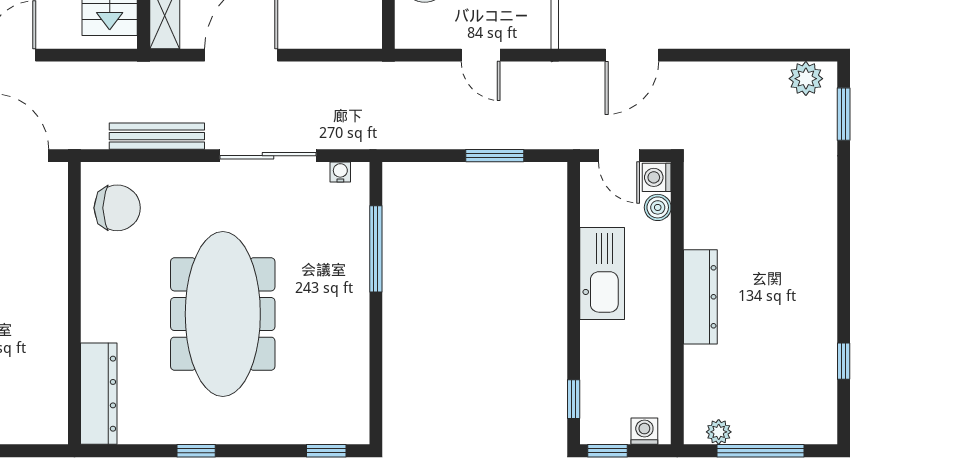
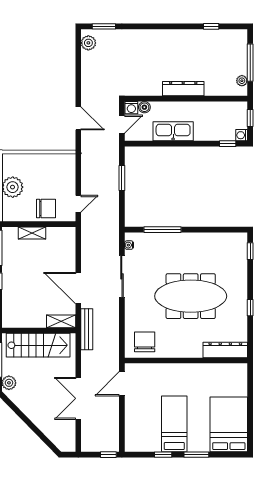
door: (481, 55) -> (78, 204), moved
bench: (157, 136) -> (87, 329), moved
washing machine: (644, 431) -> (242, 135), moved
window: (607, 451) -> (250, 118), moved

